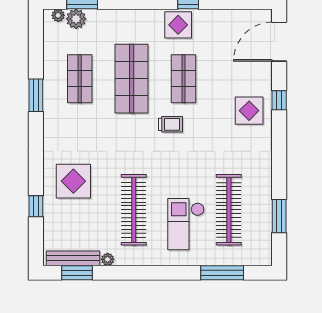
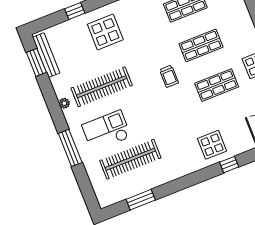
shop shelf: (132, 79) -> (201, 45), width x0.70, depth x0.74
trolley: (170, 124) -> (169, 76), moved
plant: (108, 259) -> (64, 103), moved
window: (222, 273) -> (70, 148), moved

